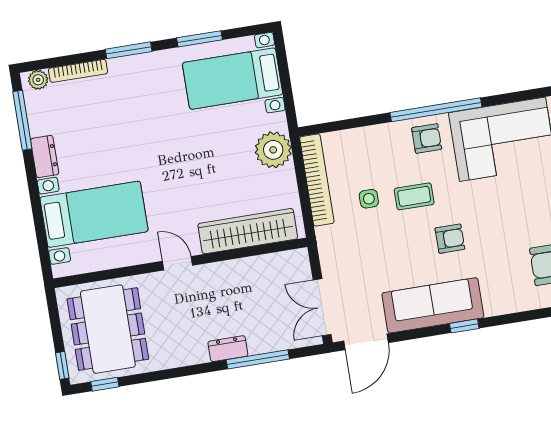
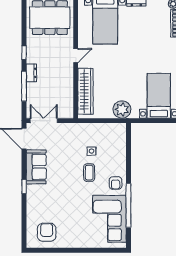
window: (436, 110) -> (128, 205), moved
bookcase: (317, 180) -> (104, 128), removed
armchair: (450, 239) -> (66, 186), removed
sofa: (433, 305) -> (36, 167), width x0.73
window: (105, 384) -> (24, 53), moved

